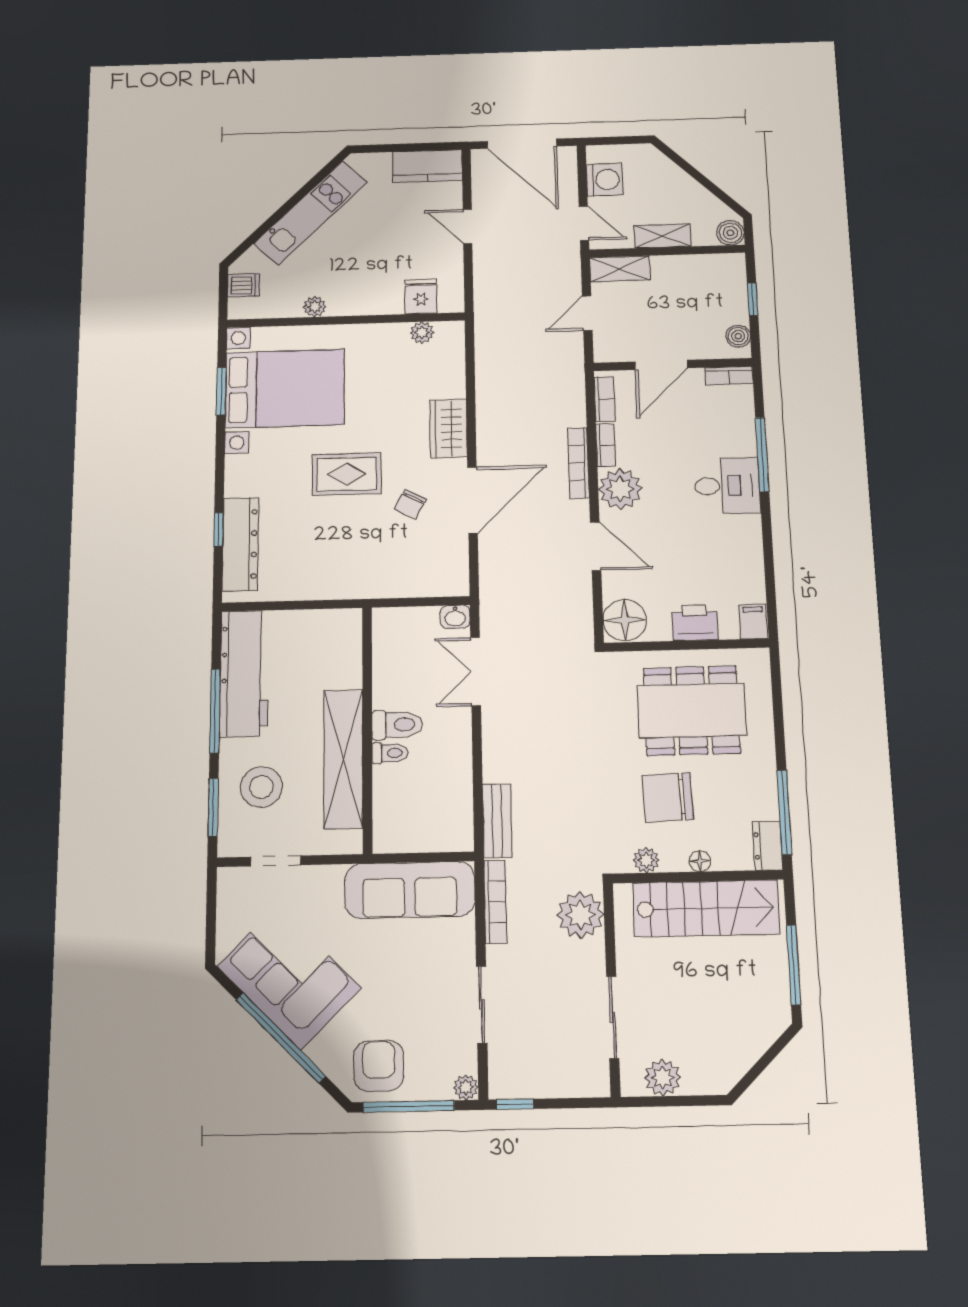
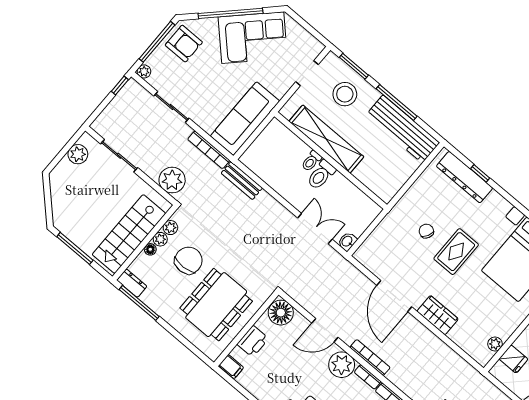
chair: (410, 504) -> (426, 231), moved
plant: (674, 860) -> (160, 239), added

